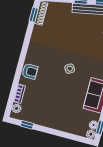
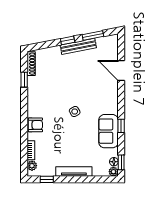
window: (34, 15) -> (24, 80), moved
tv unit: (54, 124) -> (74, 171), added

